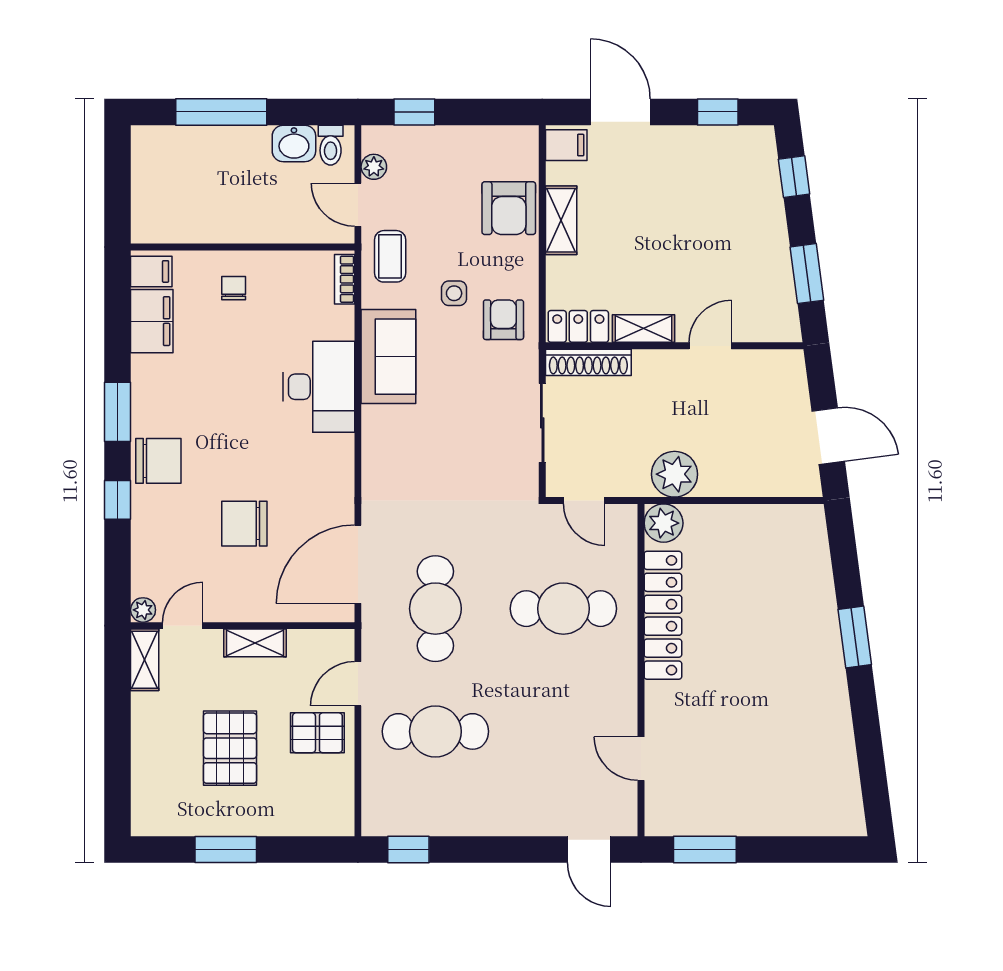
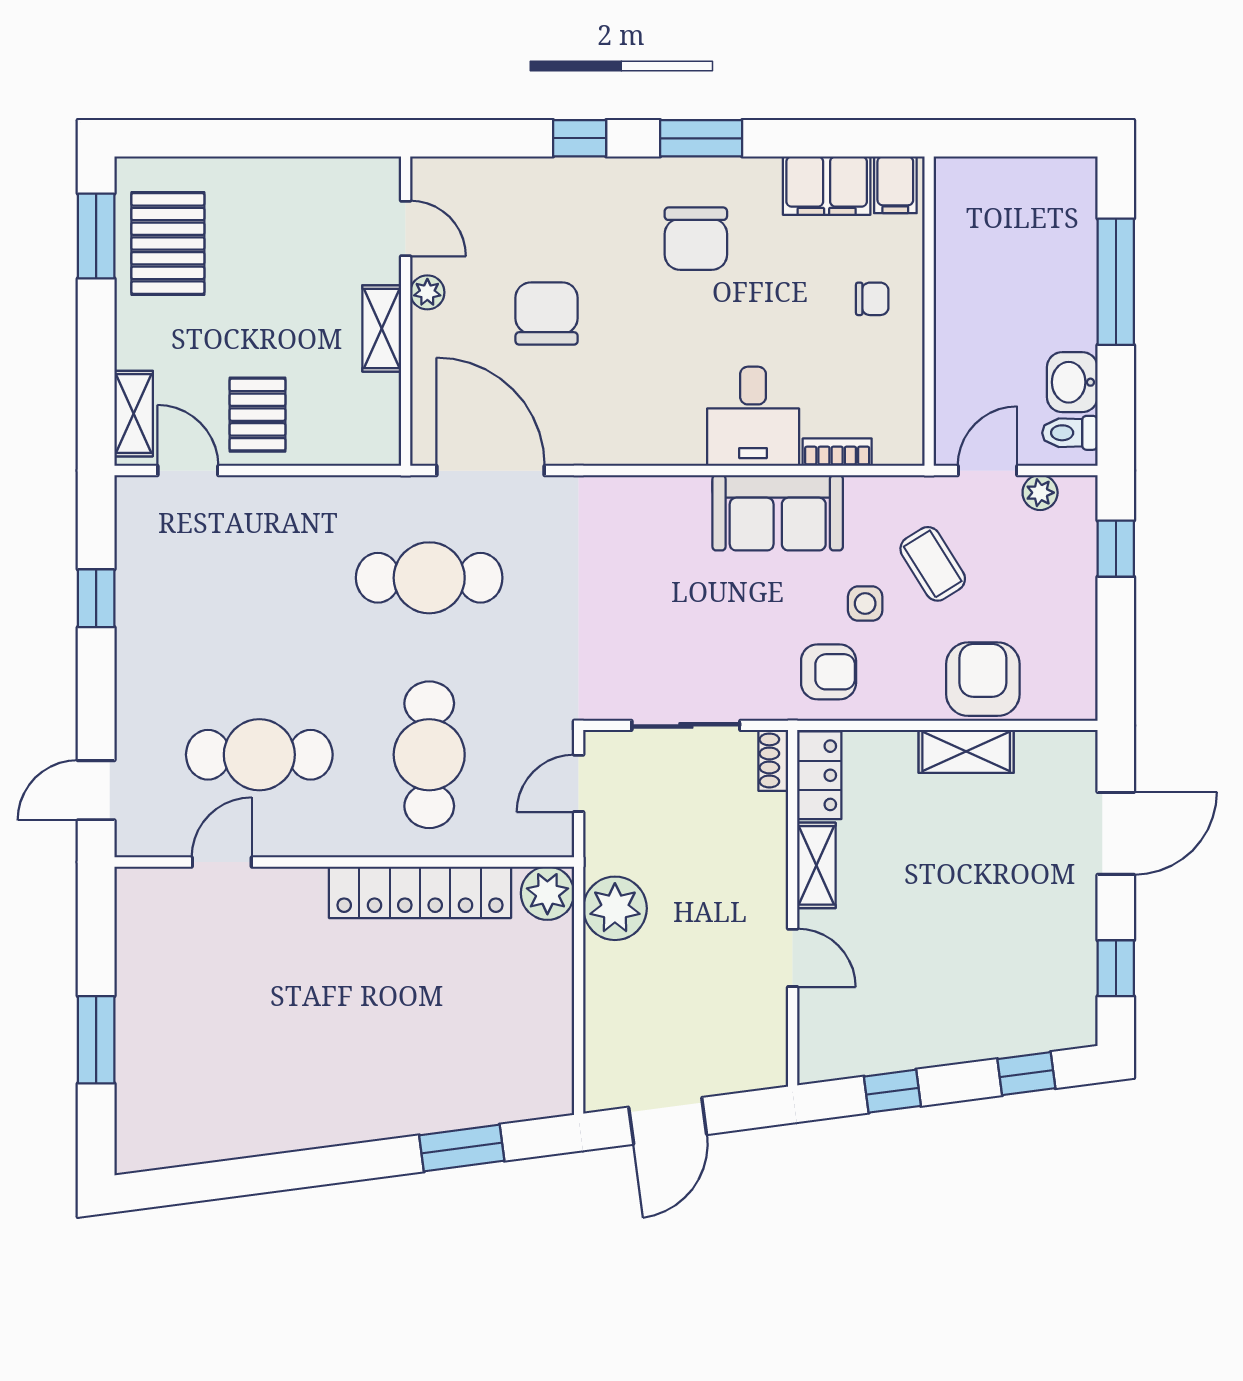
filing cabinet: (566, 145) -> (1070, 759), removed
armchair: (509, 208) -> (983, 679), turned 90
coffee table: (390, 256) -> (933, 564), moved, turned 58
window: (807, 274) -> (892, 1091), width x0.67
bookcase: (345, 279) -> (837, 452), moved
shoe rack: (588, 362) -> (773, 760), width x0.51, depth x0.81
desk: (319, 387) -> (753, 416), width x0.73
chair: (158, 461) -> (696, 239), moved
plant: (143, 610) -> (427, 292), moved
window: (855, 637) -> (462, 1148), moved
shelving: (145, 660) -> (134, 414), moved, turned 90
door: (358, 684) -> (188, 471), moved
cafe table: (435, 731) -> (259, 755), moved, turned 90
pallet: (230, 748) -> (168, 243), moved, turned 90
window: (226, 849) -> (96, 236), moved
window: (408, 849) -> (96, 598), moved
window: (705, 849) -> (96, 1040), moved

